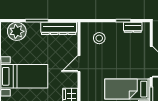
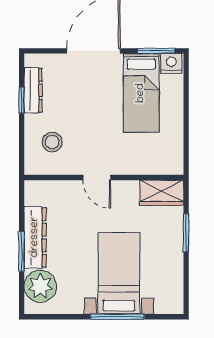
dresser: (133, 27) -> (33, 90), width x1.44
dresser: (59, 28) -> (35, 237), moved

